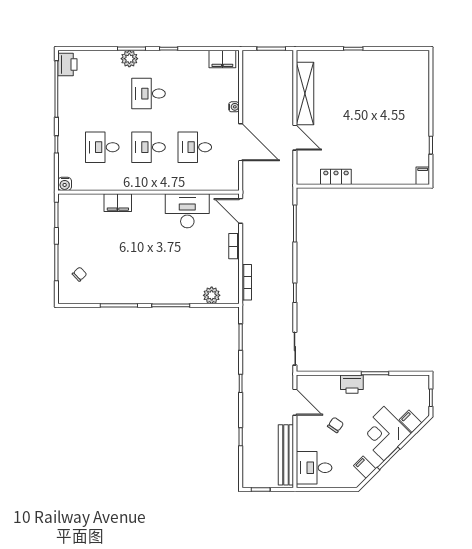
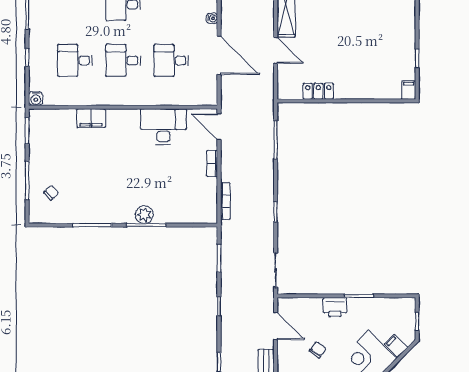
plant: (212, 295) -> (144, 215), moved

